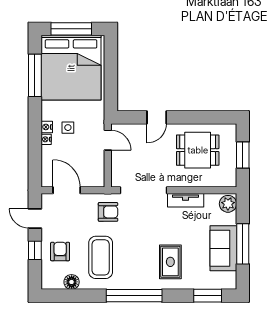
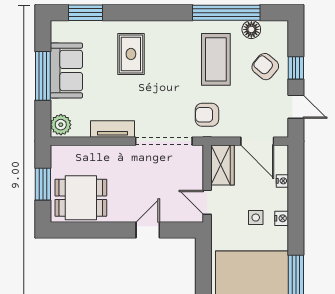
nightstand: (46, 139) -> (282, 181), moved
dining table: (198, 150) -> (81, 198), moved
wardrobe: (95, 171) -> (223, 165), added
armchair: (60, 252) -> (265, 67), turned 130
window: (134, 296) -> (226, 13), moved

